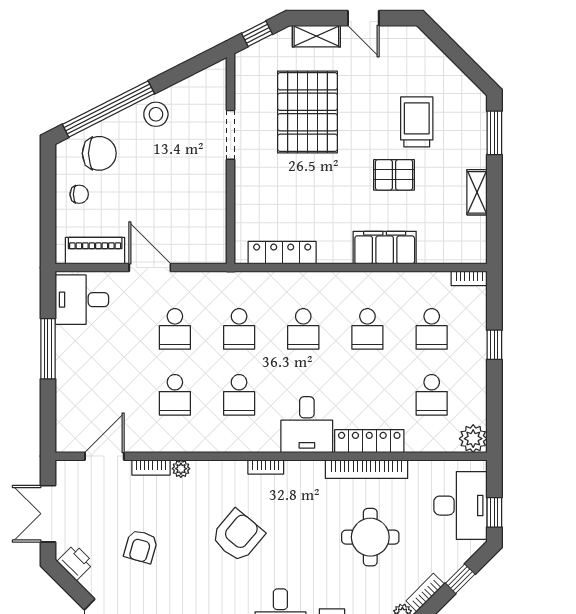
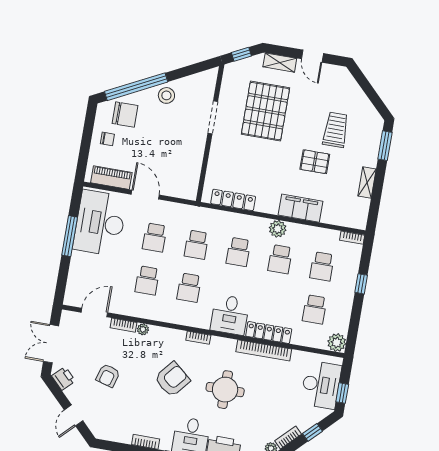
plant: (356, 284) -> (278, 229), added
desk: (82, 300) -> (100, 223), width x1.87, depth x1.30
round table: (370, 537) -> (225, 390), moved

